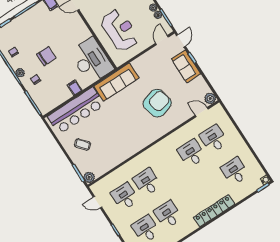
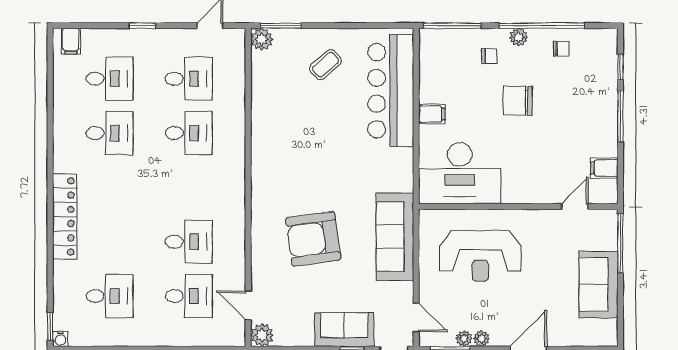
chair: (46, 56) -> (518, 101), turned 90
sofa: (116, 82) -> (395, 237), moved
armchair: (157, 103) -> (313, 239), turned 96
door: (202, 112) -> (248, 305), swing flipped

